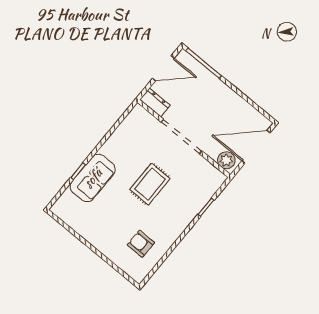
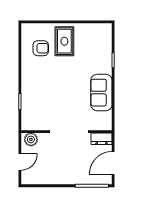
door: (256, 147) -> (20, 162), width x0.53
sofa: (93, 178) -> (101, 93), moved
rug: (150, 184) -> (64, 41), moved

